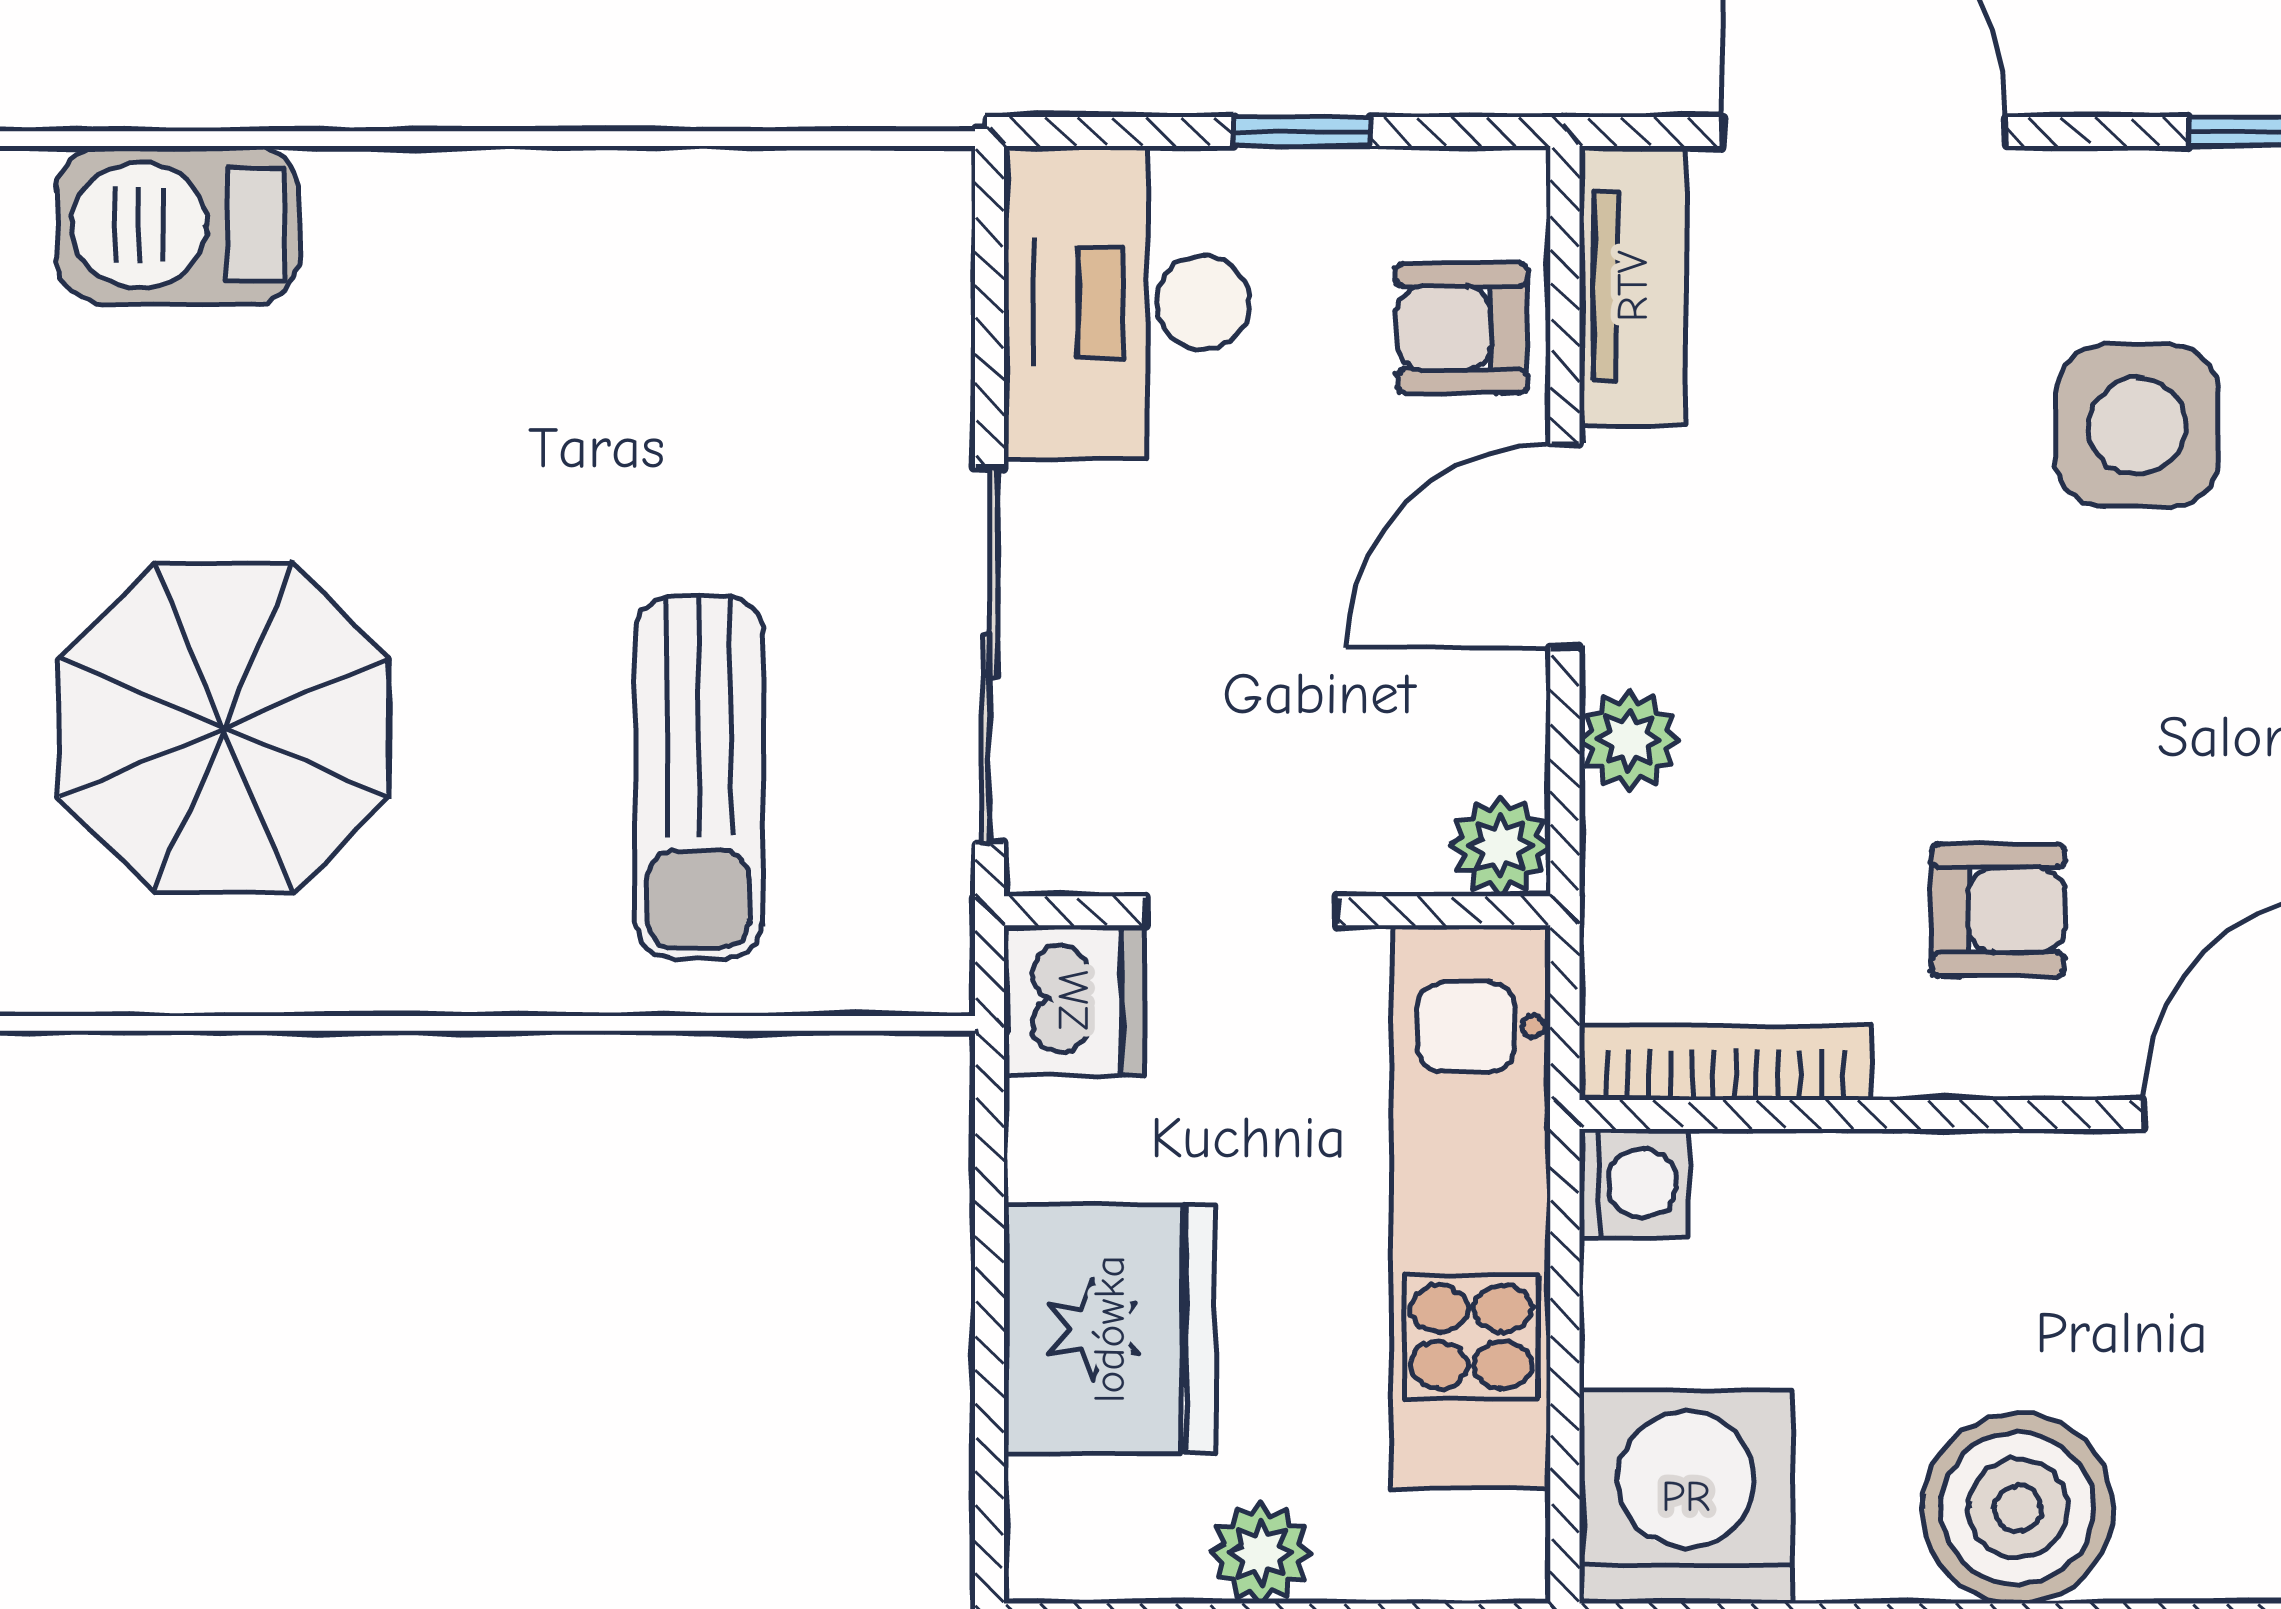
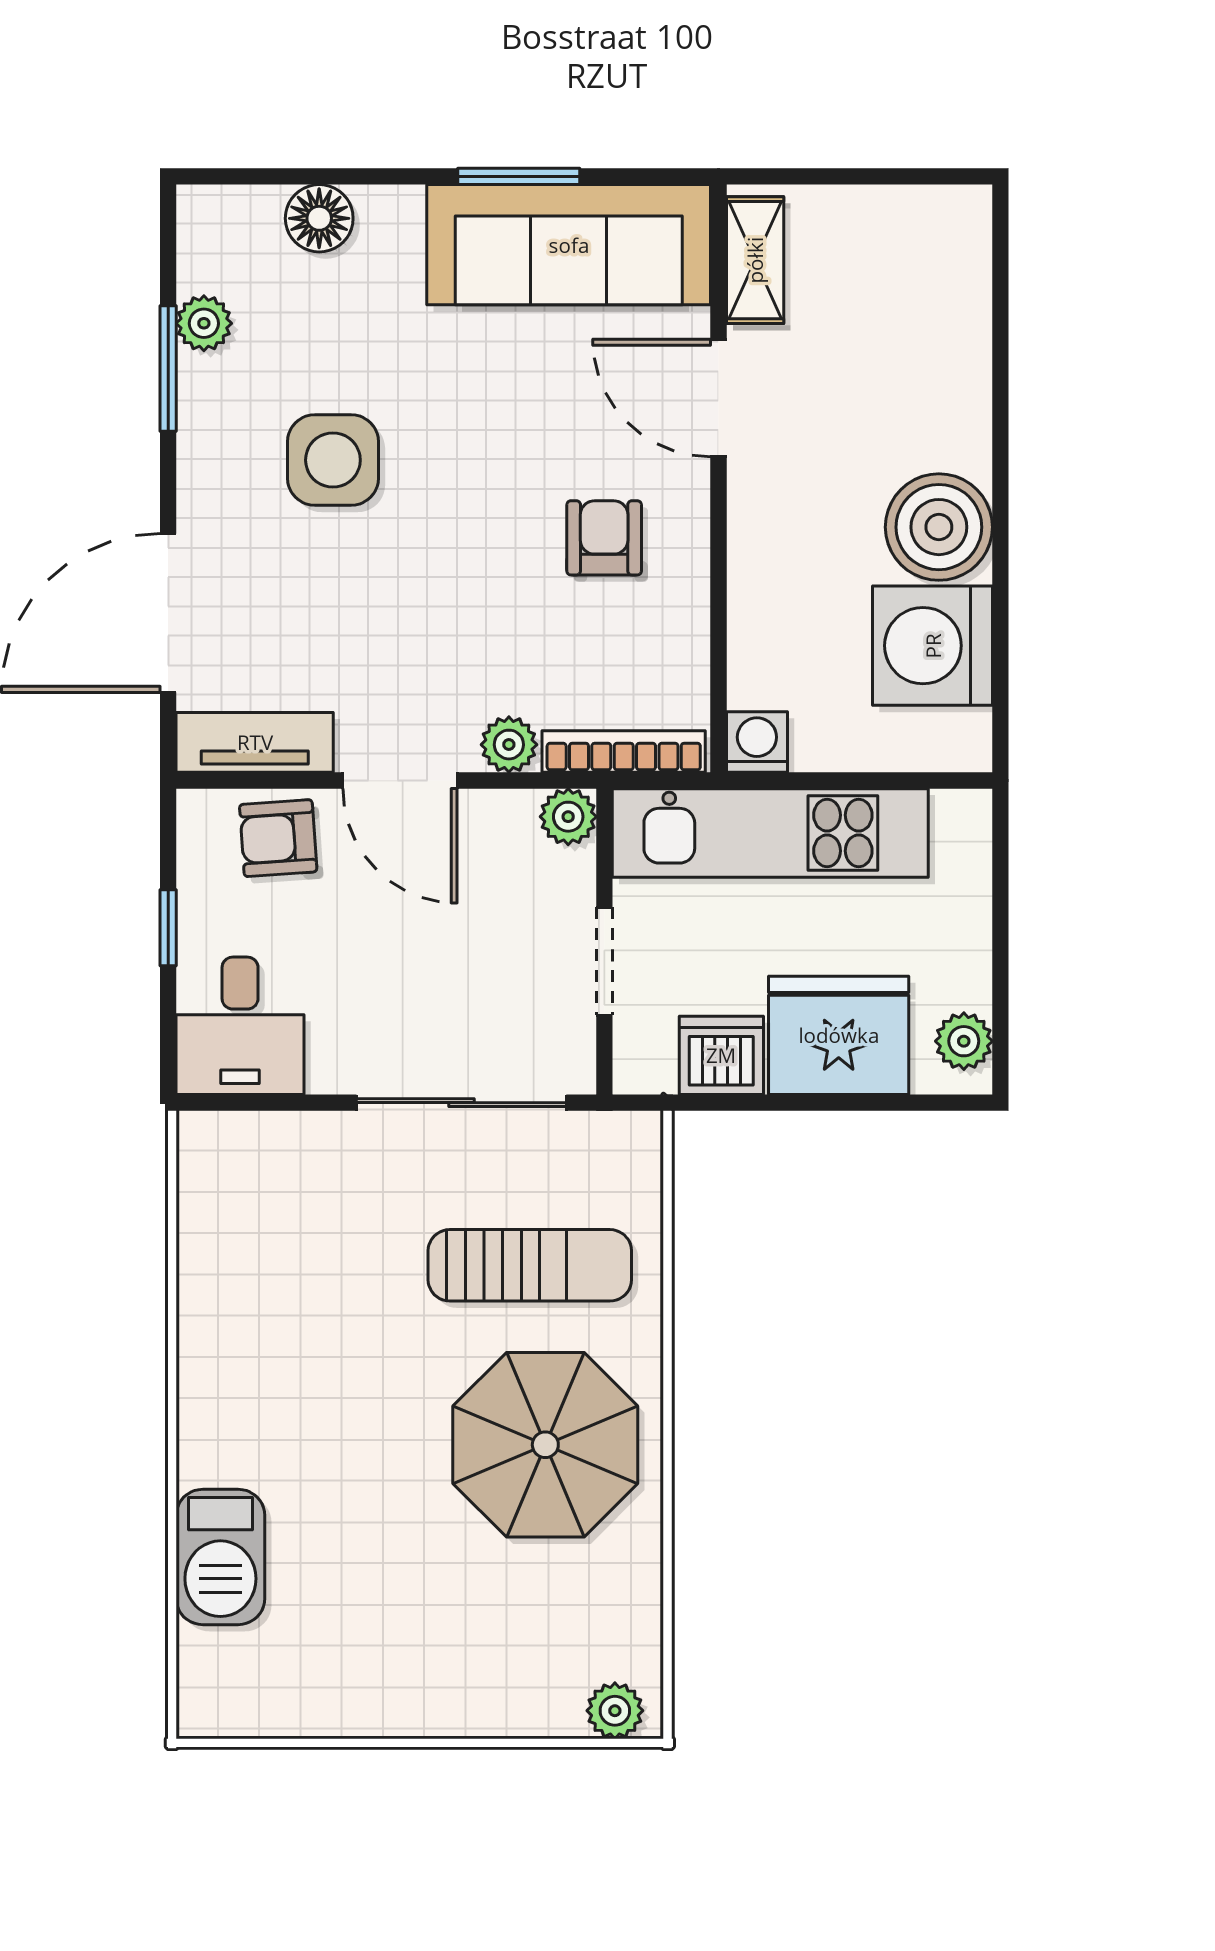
desk: (1127, 302) -> (240, 1026), width x0.73
armchair: (1462, 328) -> (278, 838), turned 86
parasol: (224, 728) -> (545, 1445), moved
dishwasher: (1074, 1000) -> (721, 1055), moved
bookcase: (1725, 1063) -> (624, 752), moved, turned 90
washing machine: (1686, 1497) -> (933, 646), moved
plant: (1261, 1553) -> (964, 1041), moved

